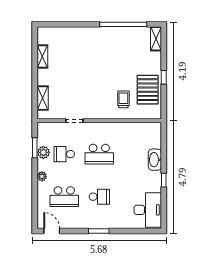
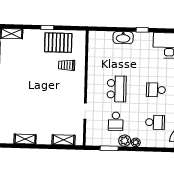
plant: (43, 152) -> (125, 141), moved
school desk: (64, 197) -> (155, 122), width x0.54
school desk: (99, 197) -> (156, 90), turned -90

